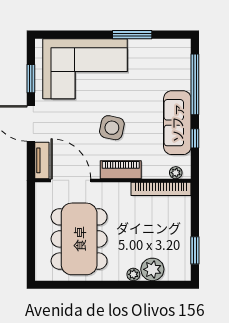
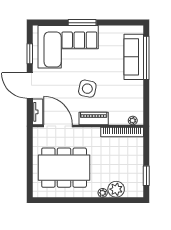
window: (132, 35) -> (82, 23), moved
sofa: (177, 123) -> (134, 57), moved
window: (195, 138) -> (146, 96), removed
dining table: (79, 239) -> (64, 168), turned 90

